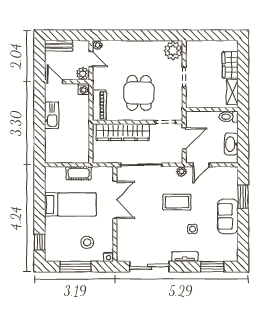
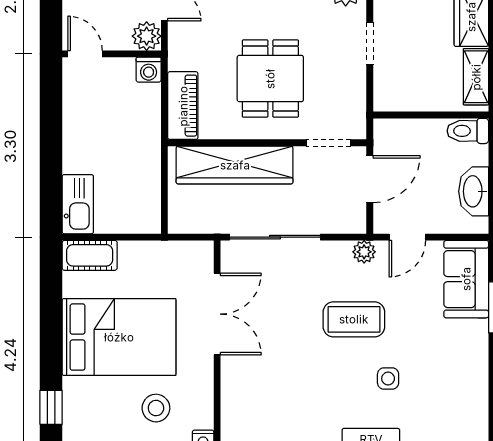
kitchen sink: (52, 115) -> (78, 204), moved
cot: (79, 173) -> (90, 255), moved
bed: (70, 204) -> (119, 337), width x1.50
sofa: (228, 216) -> (466, 279), moved

